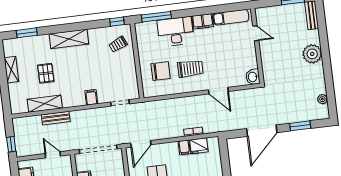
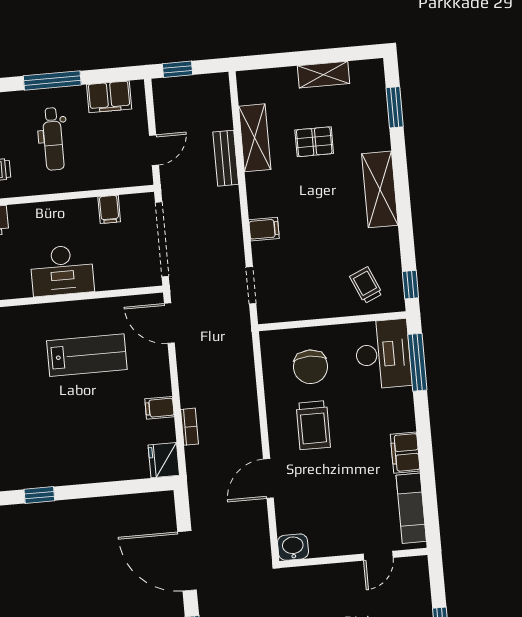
desk: (175, 32) -> (383, 354), moved
fridge: (199, 146) -> (164, 460), moved

